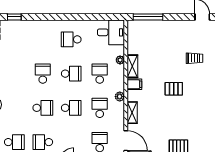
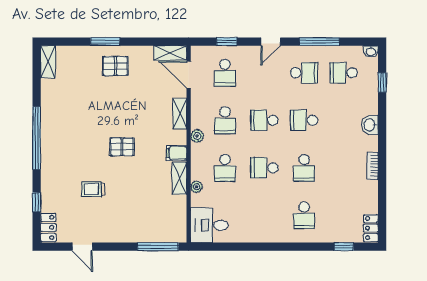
school desk: (71, 39) -> (304, 215), moved, turned 90

